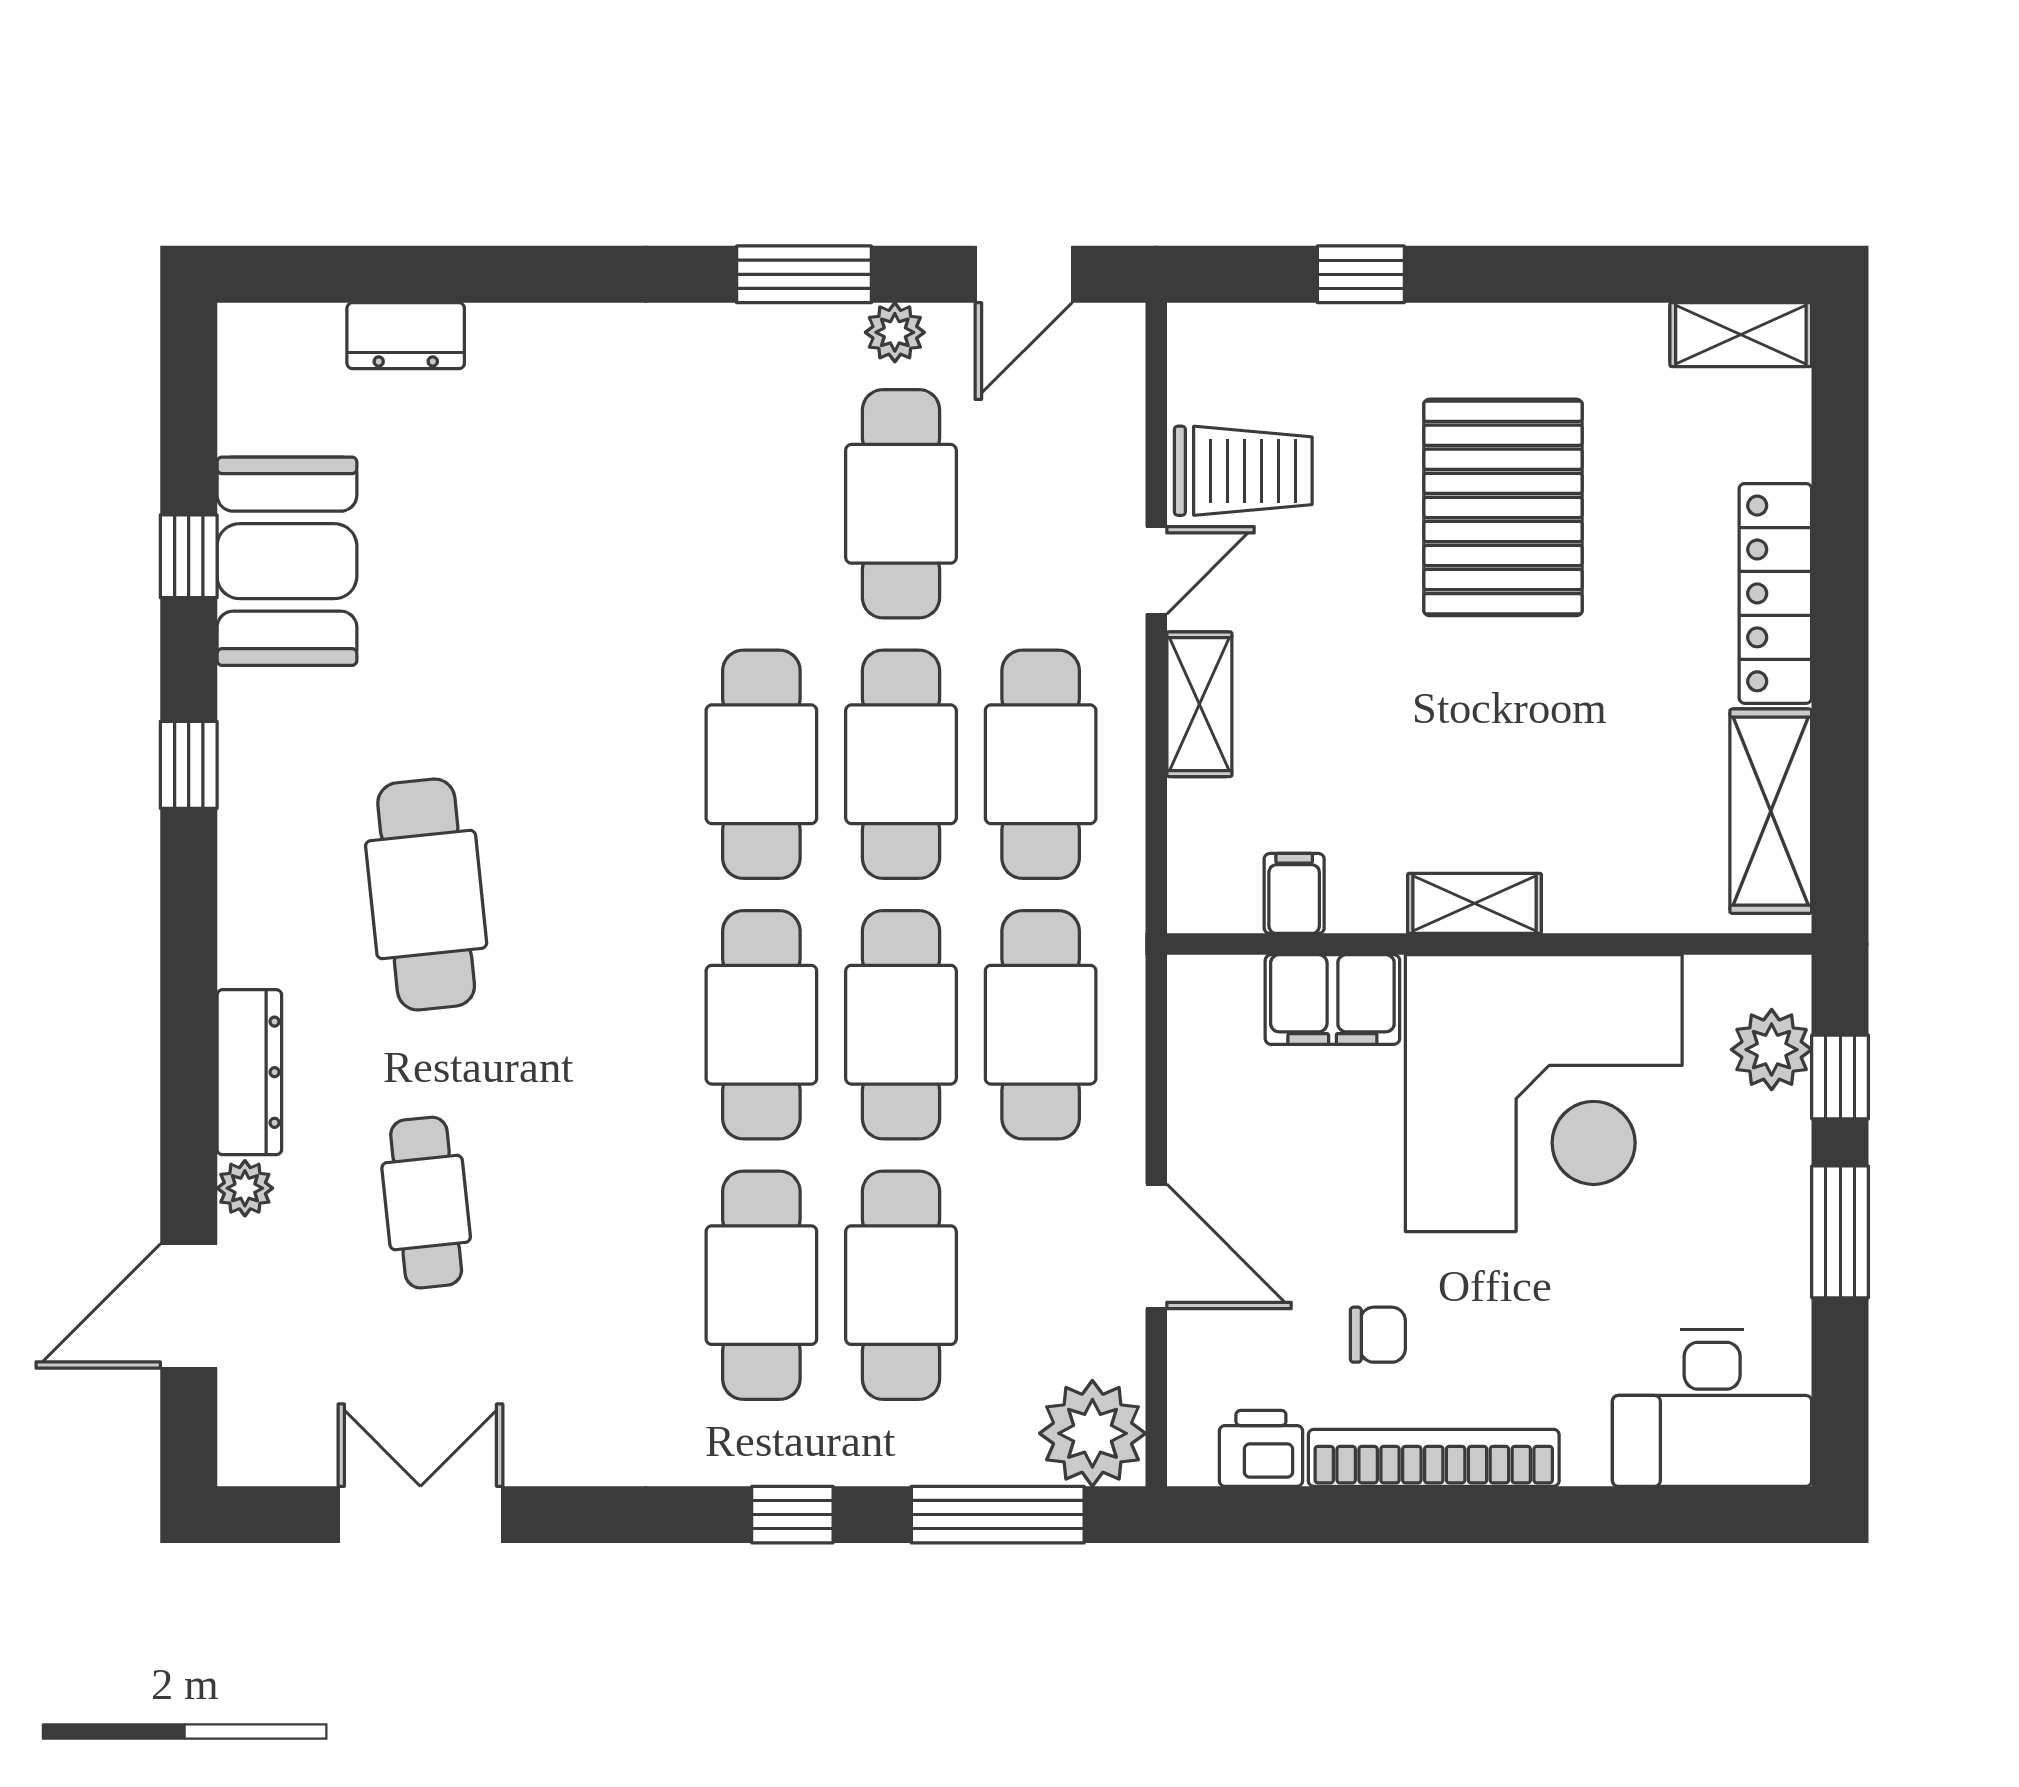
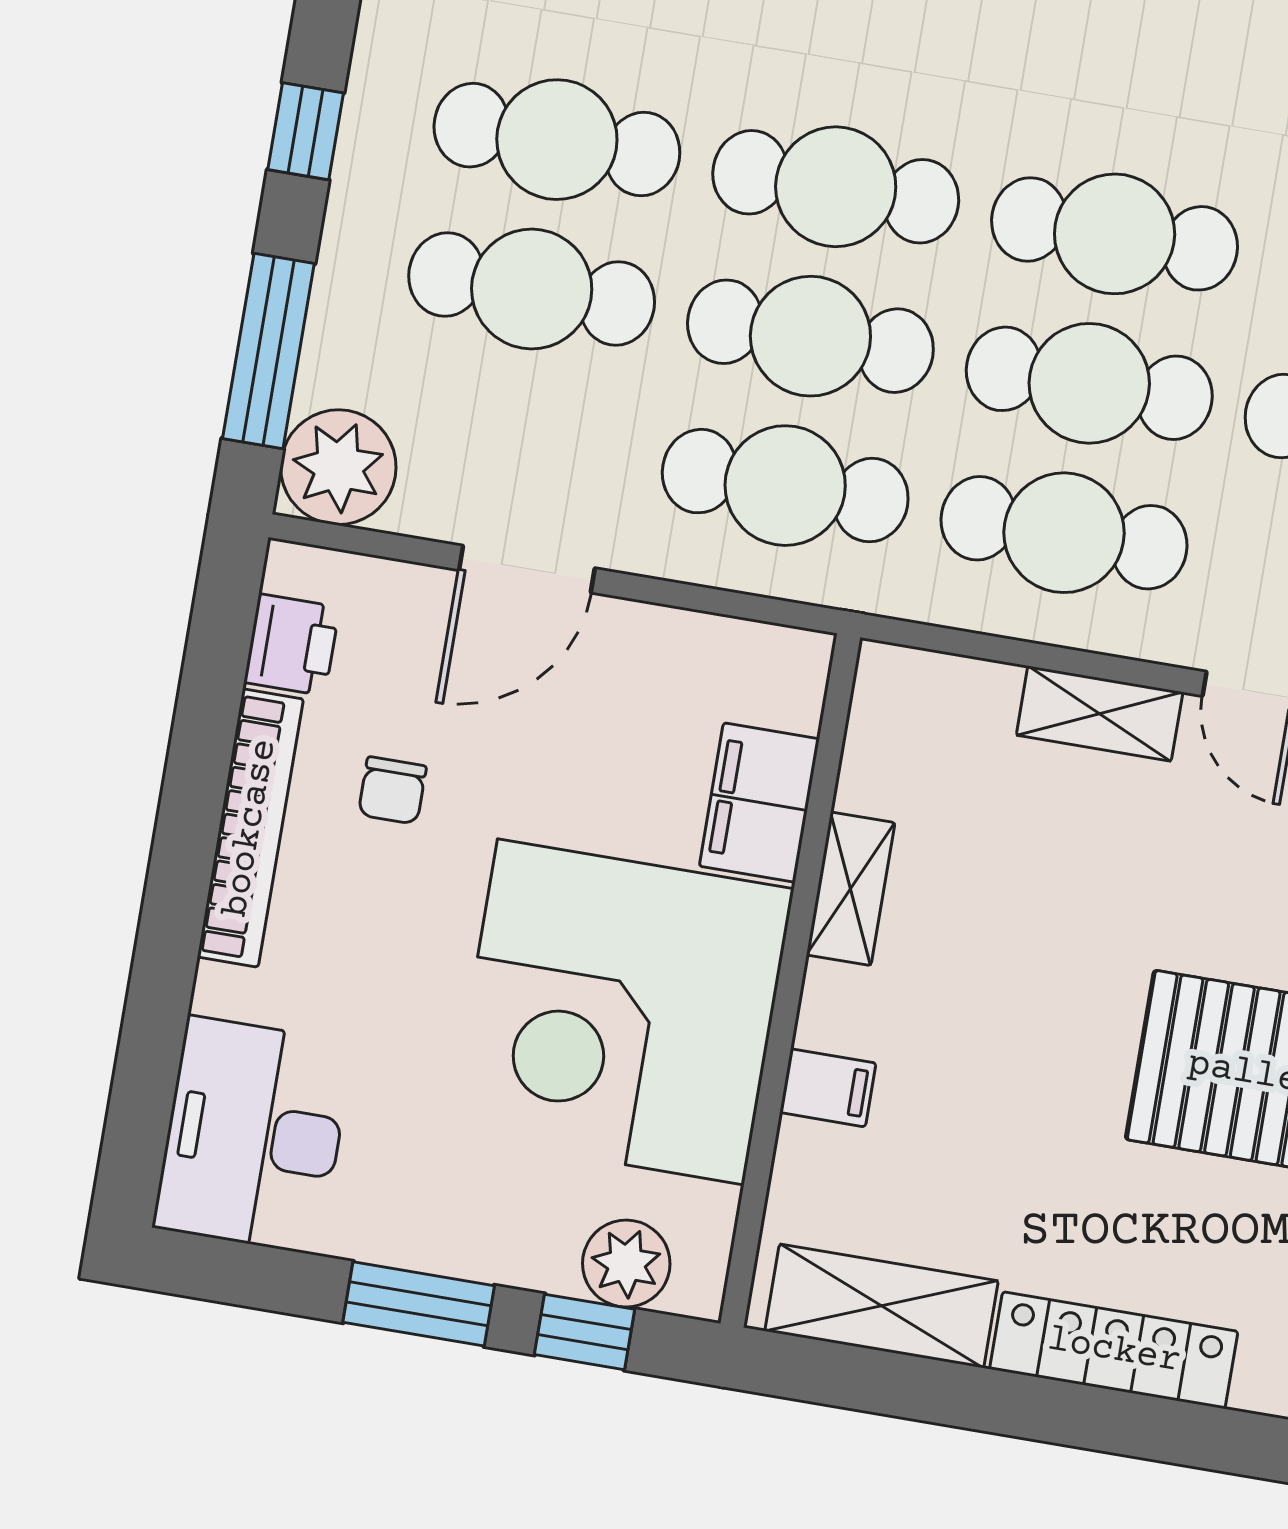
filing cabinet: (1294, 893) -> (828, 1088), moved
shelving: (1475, 903) -> (851, 889), moved

